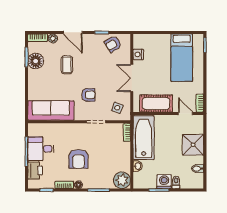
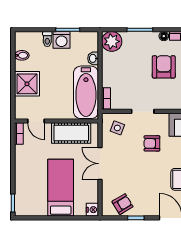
nightstand: (138, 54) -> (92, 210), moved
bed: (182, 58) -> (61, 188), moved
double door: (132, 78) -> (100, 164), swing flipped

